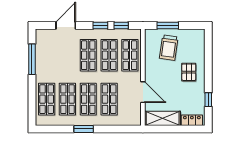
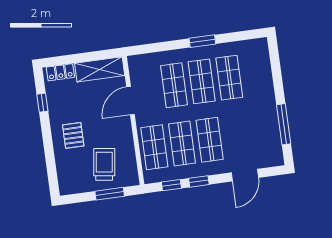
door: (143, 92) -> (130, 101), hinge flipped
shop shelf: (47, 99) -> (257, 74), removed

